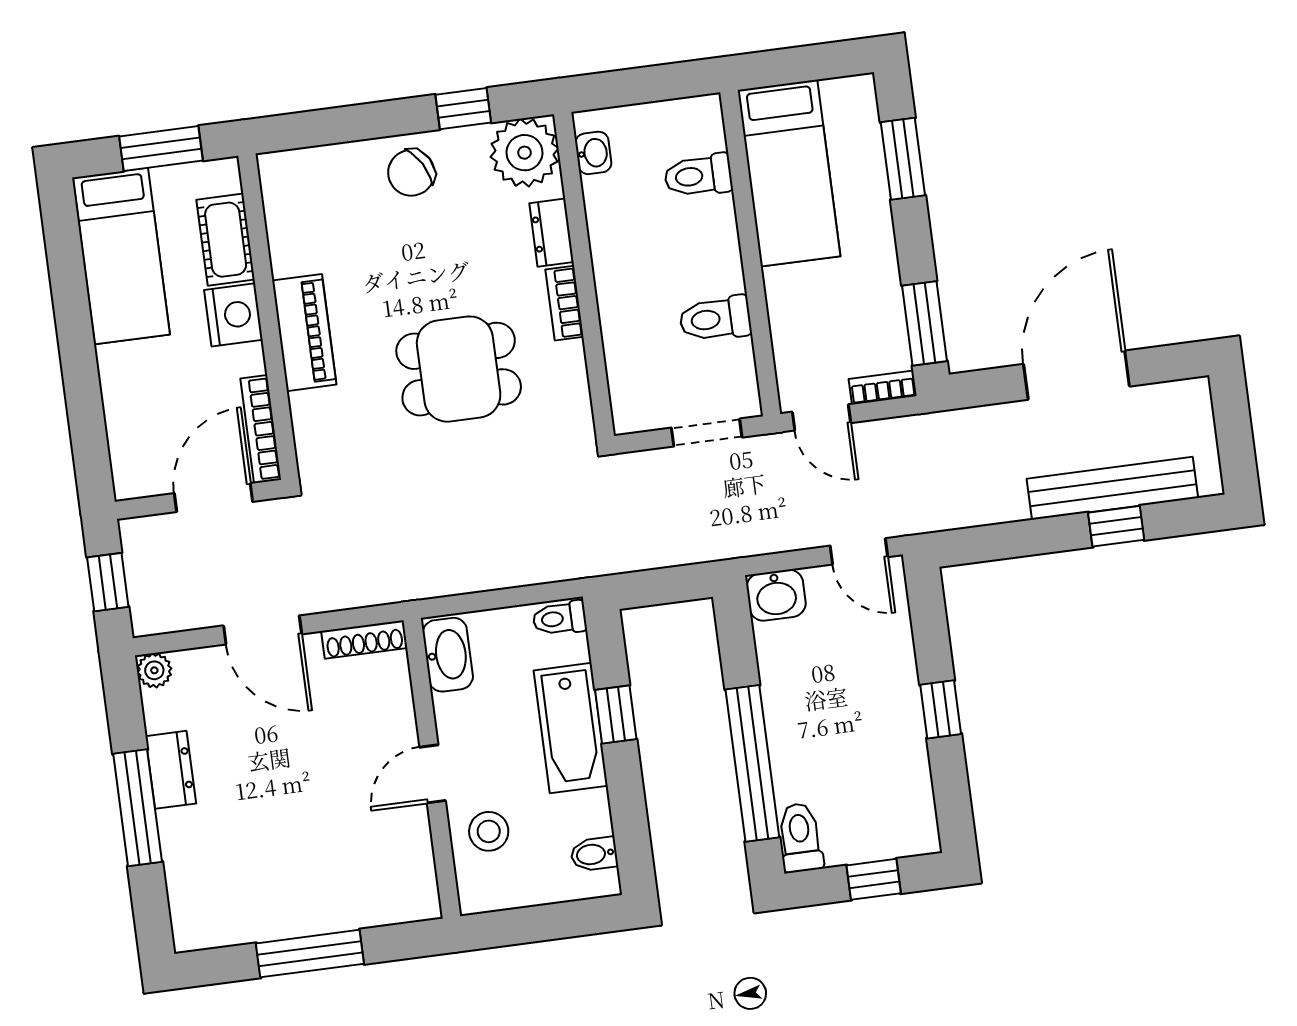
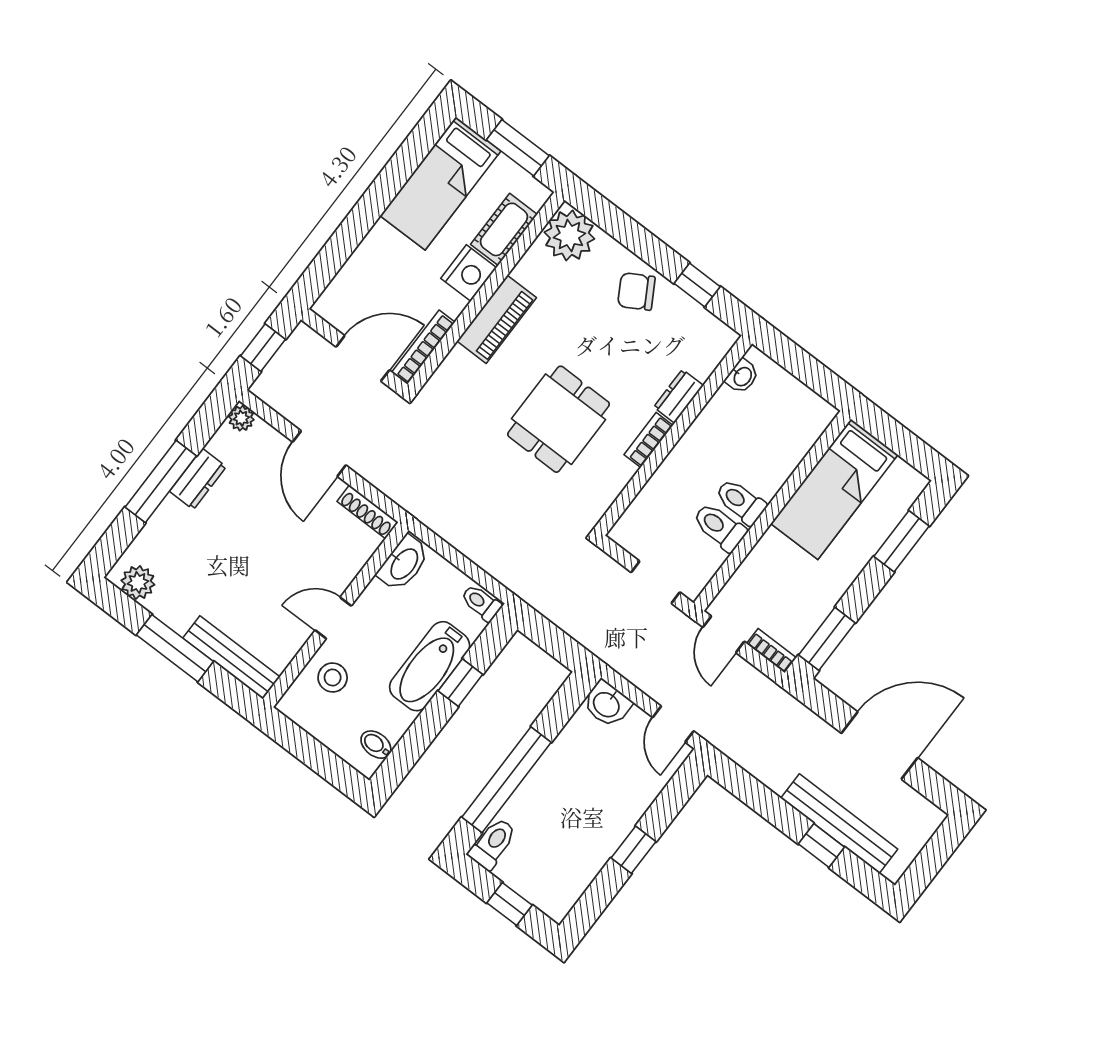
plant: (524, 153) -> (569, 235), moved
toilet: (698, 176) -> (741, 502), moved
dining table: (459, 369) -> (559, 419), turned 90
bench: (373, 909) -> (231, 658), added
plant: (212, 926) -> (138, 582), added

